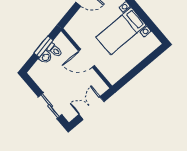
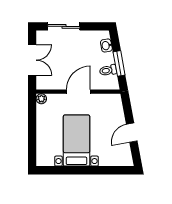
washbasin: (46, 57) -> (106, 46), moved
plant: (113, 79) -> (41, 99), added

